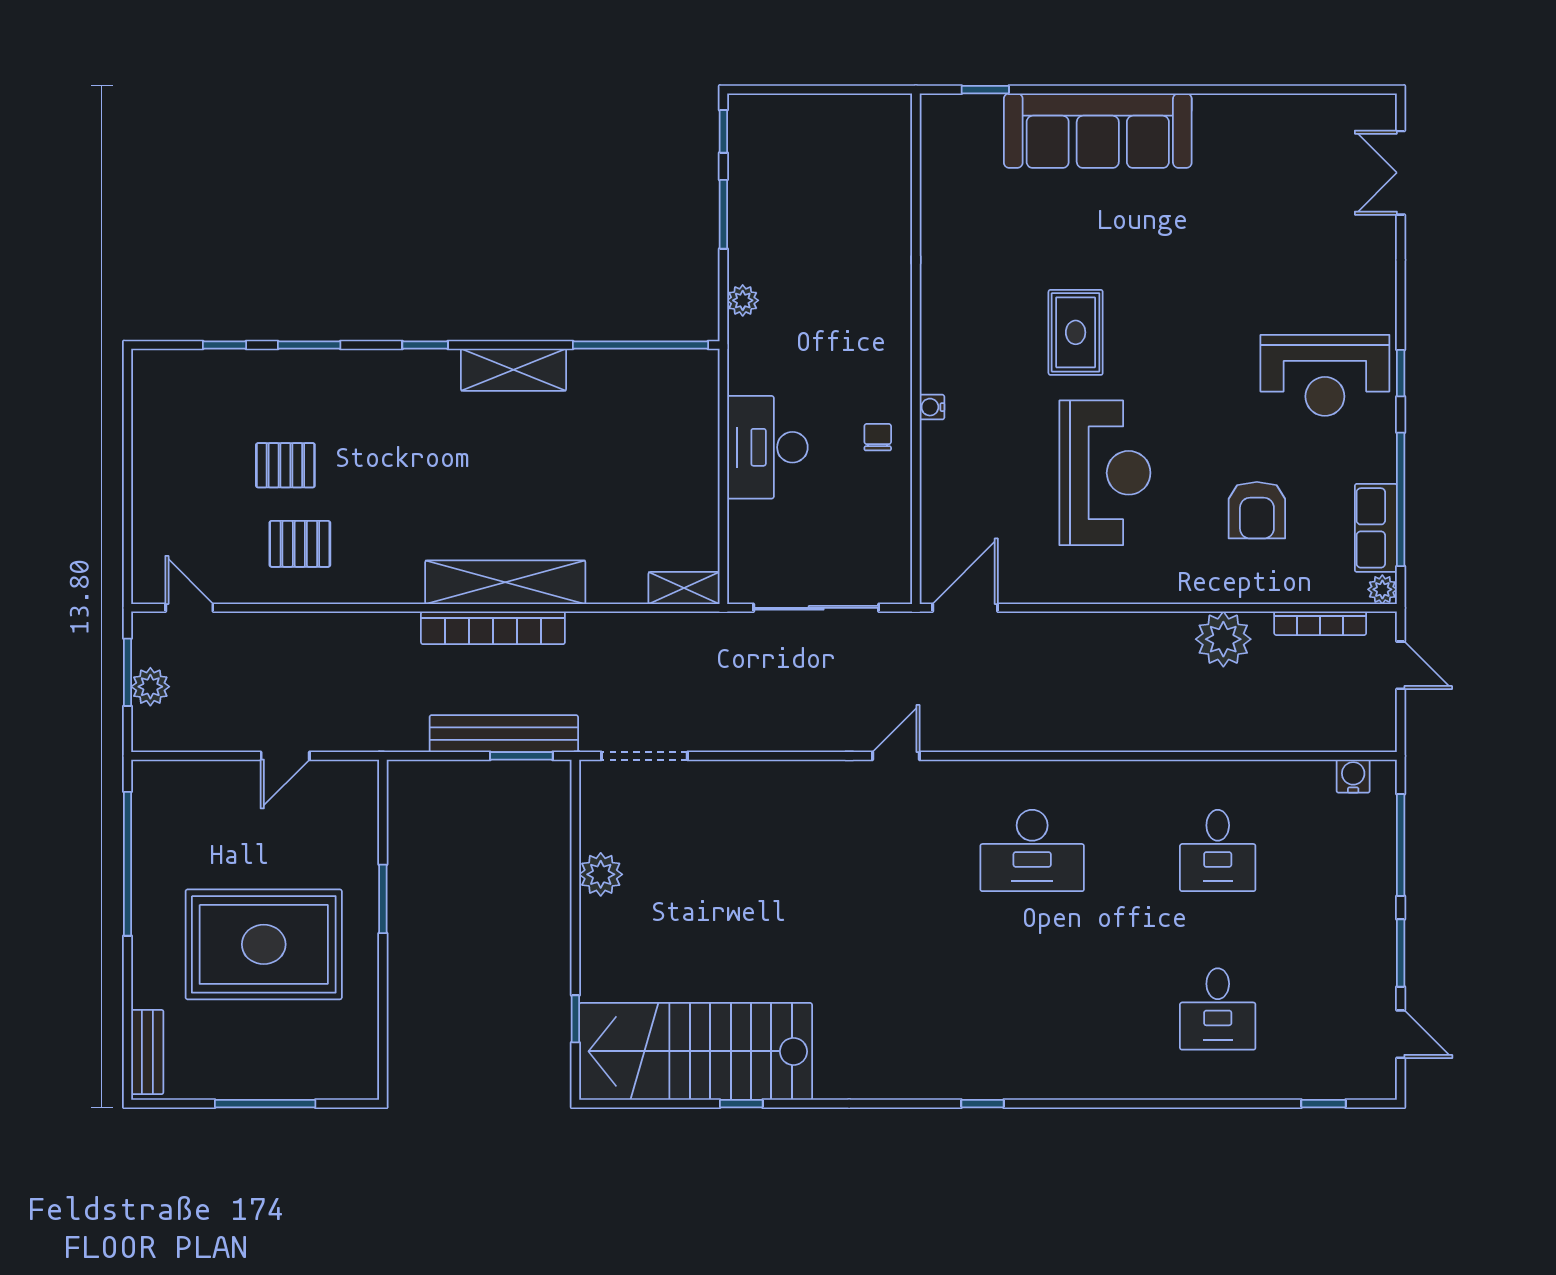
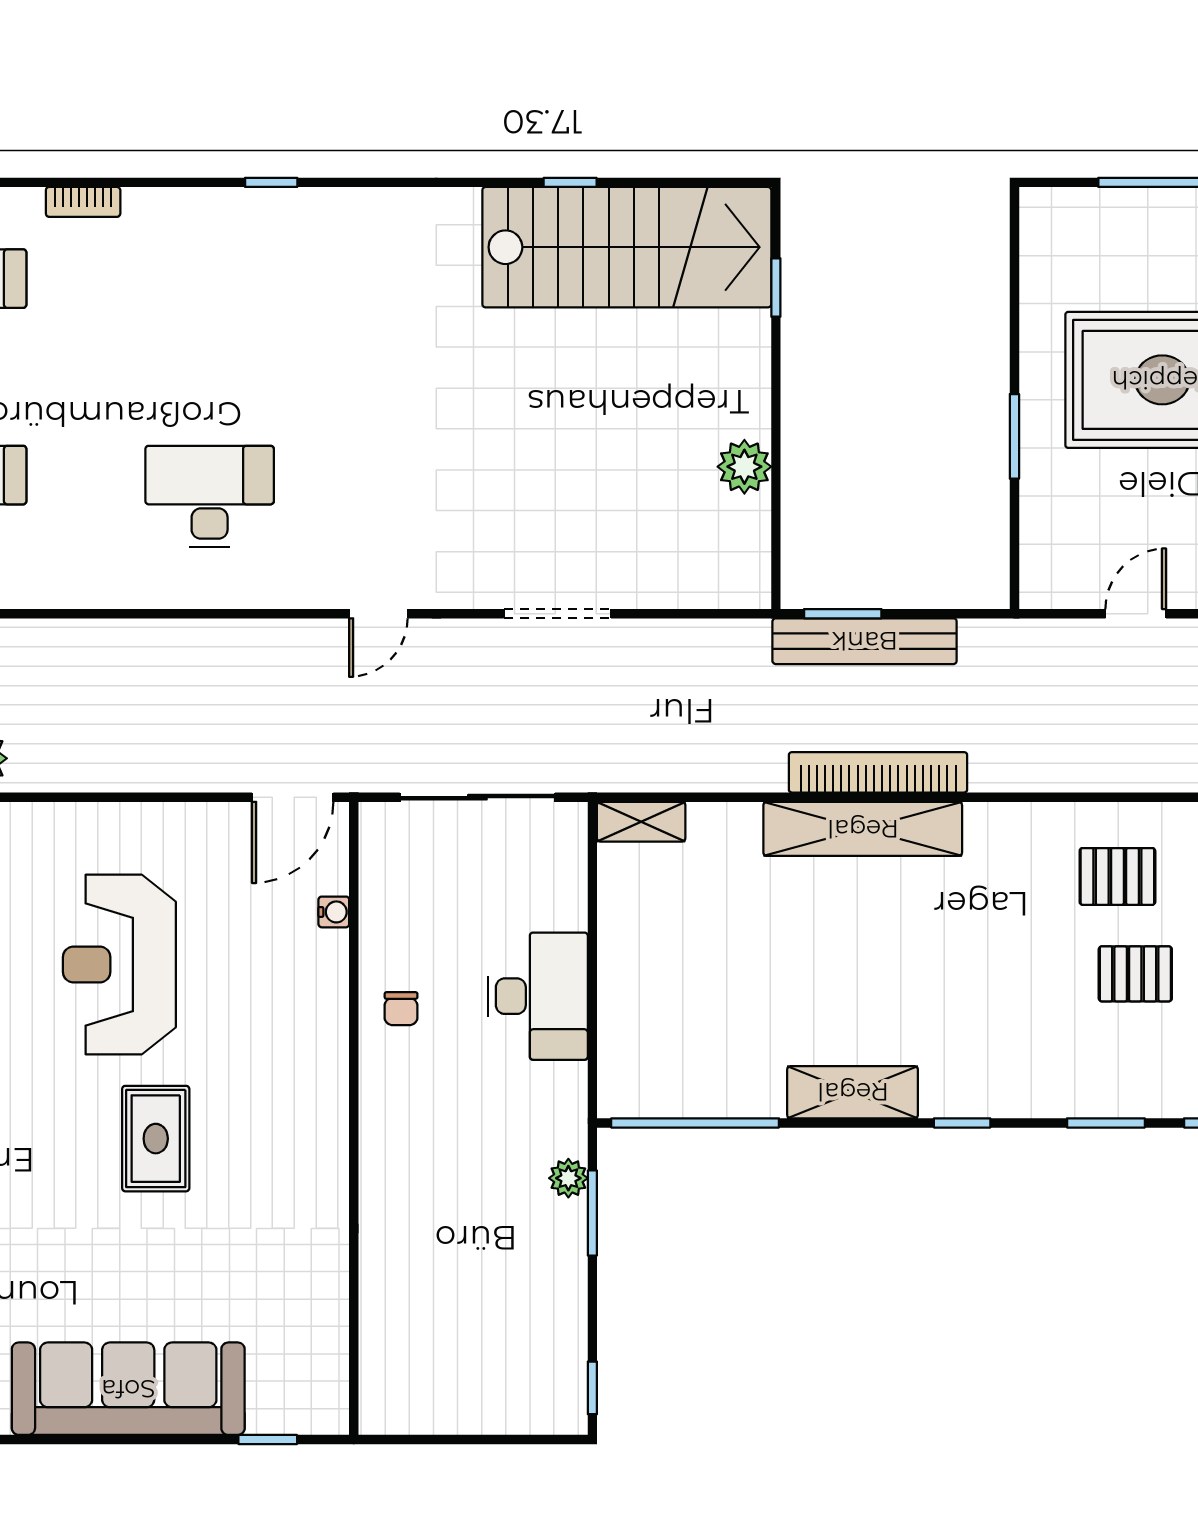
window: (723, 214) -> (592, 1213), moved
water cooler: (932, 407) -> (334, 912), moved
doorway: (644, 756) -> (557, 614), moved
bookcase: (1134, 1088) -> (83, 202), added

